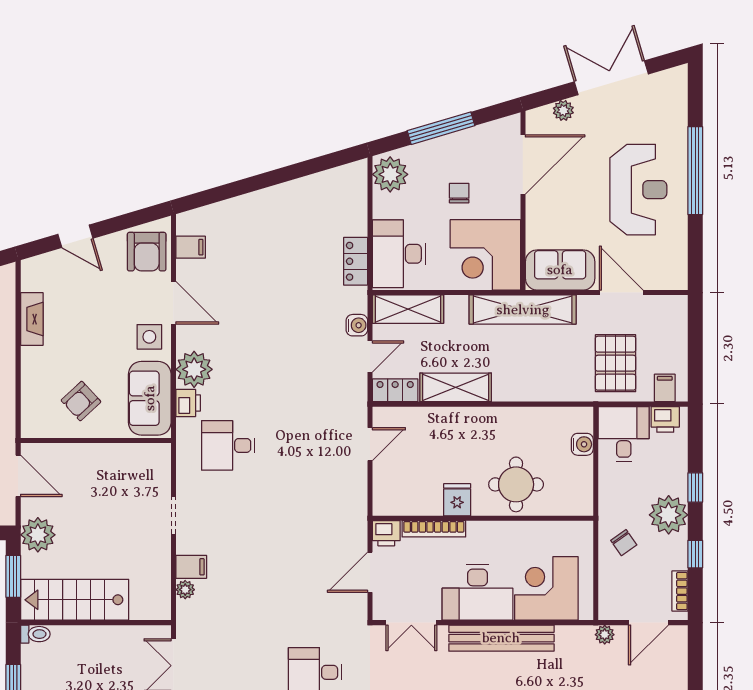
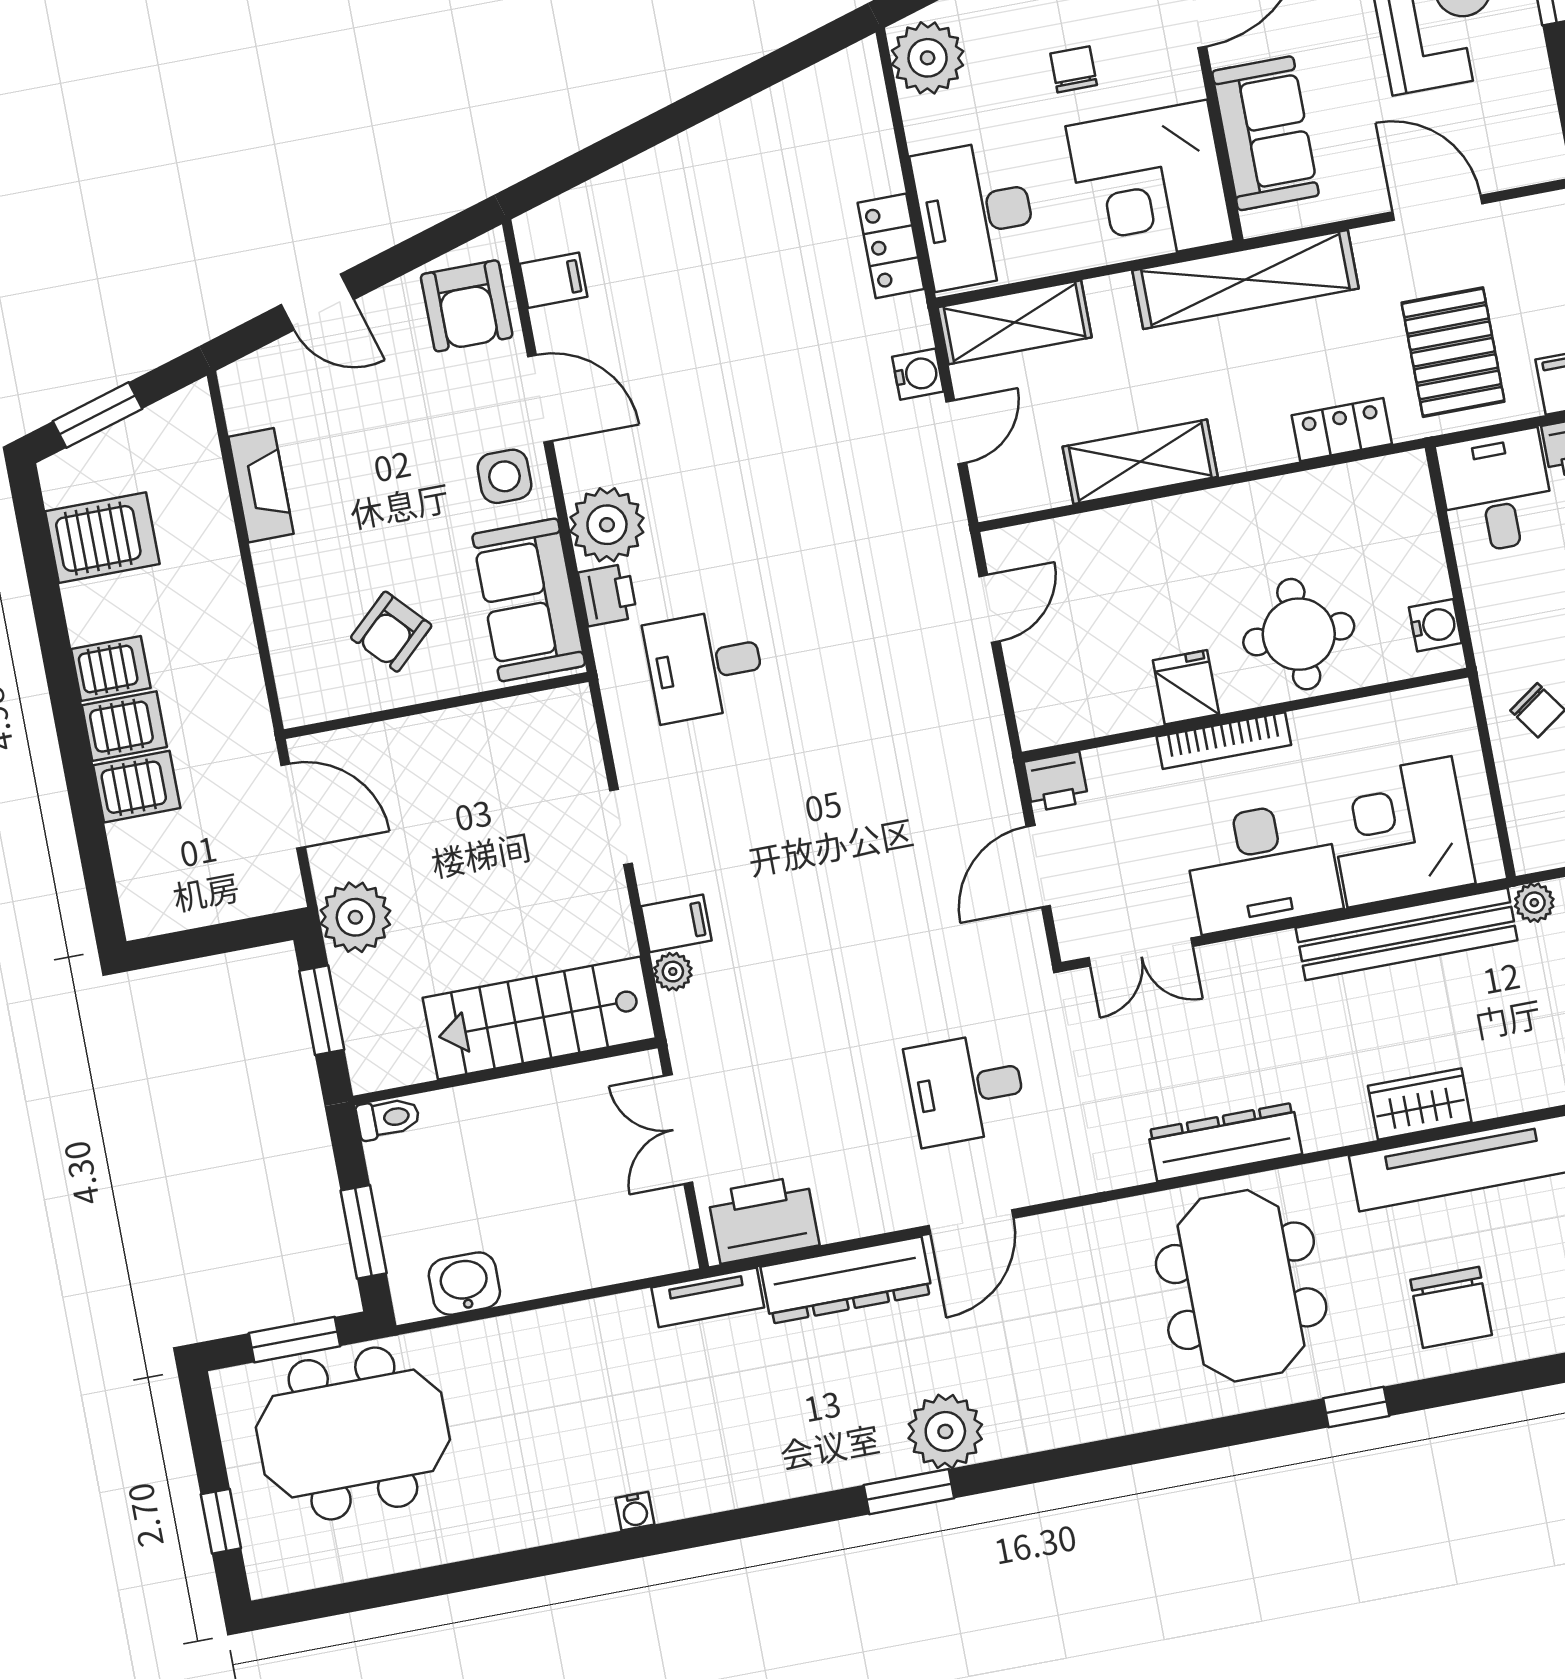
sofa: (560, 270) -> (1265, 133), moved, turned 90
locker: (395, 390) -> (1342, 430), moved
water cooler: (582, 444) -> (1435, 625), moved
bookcase: (434, 529) -> (1224, 741), moved
stairs: (75, 600) -> (539, 1018), moved
bench: (501, 638) -> (1407, 934), moved

